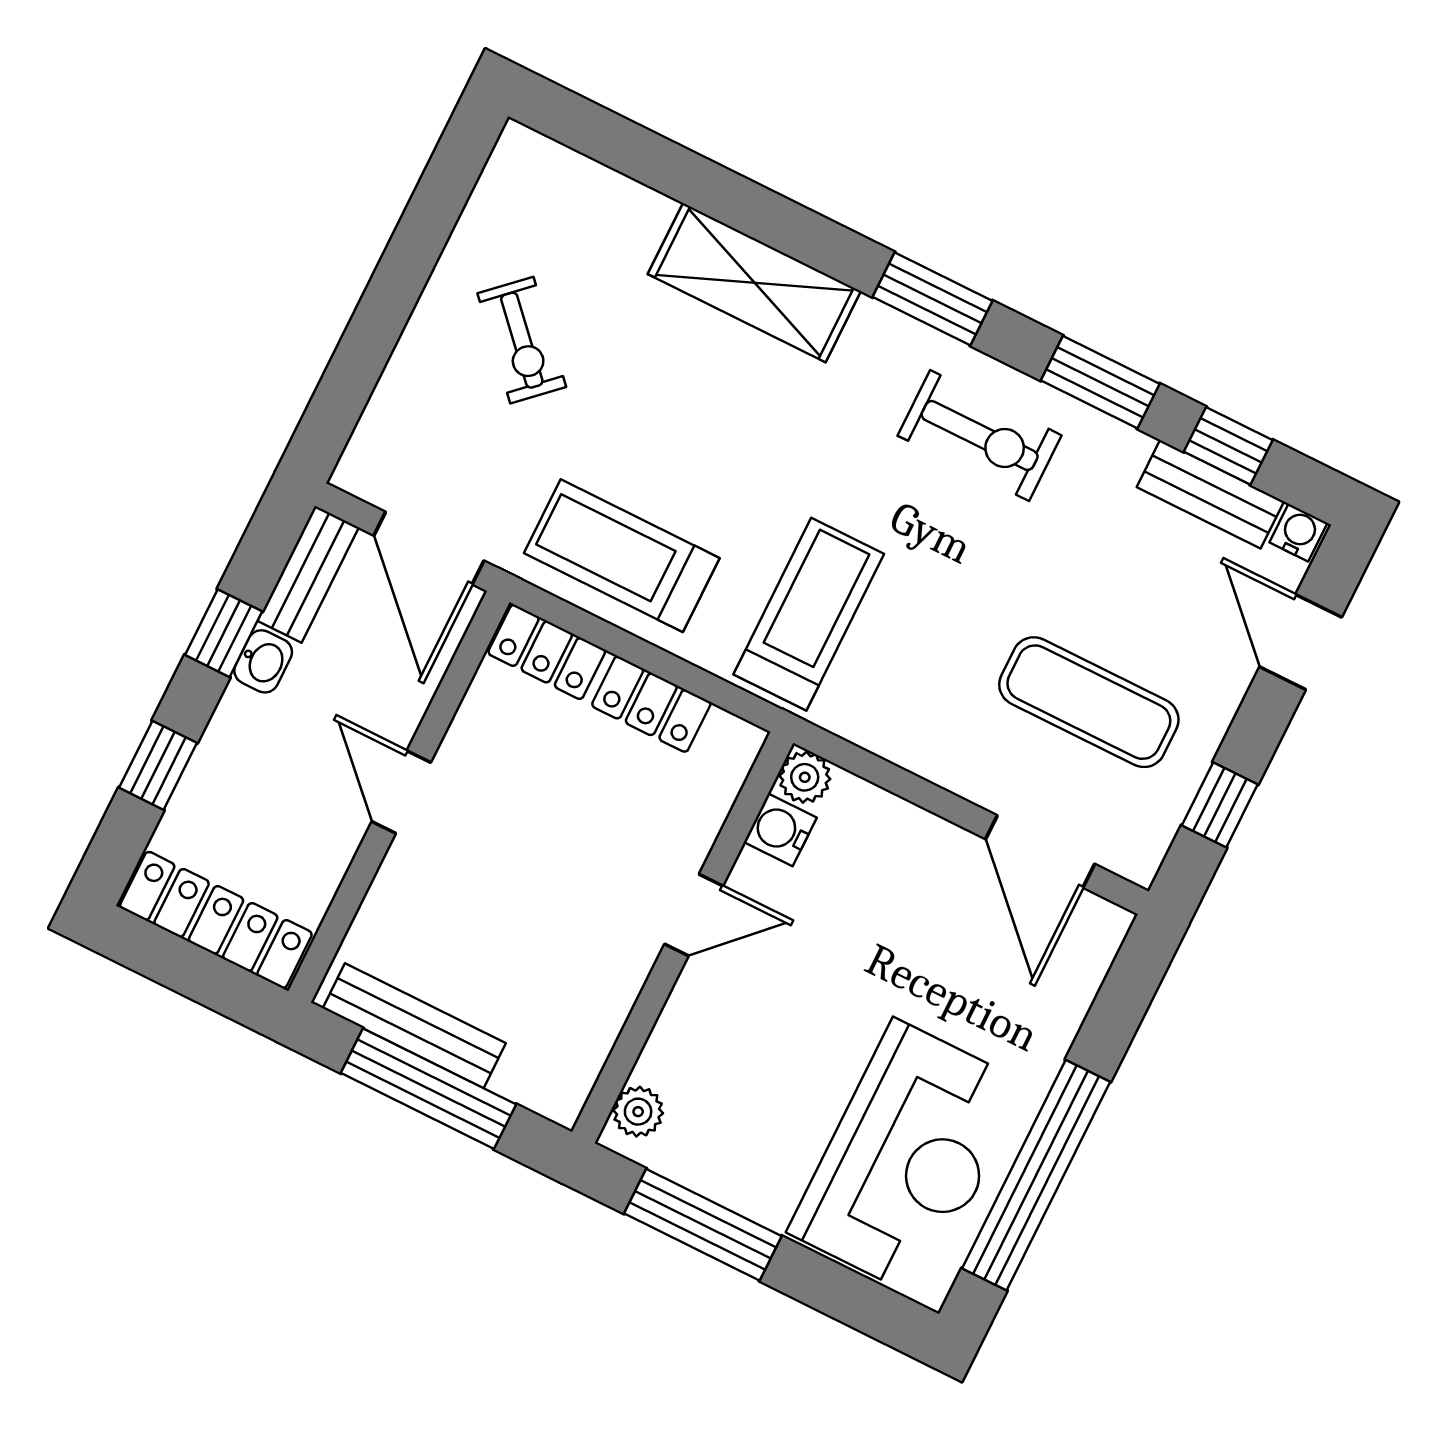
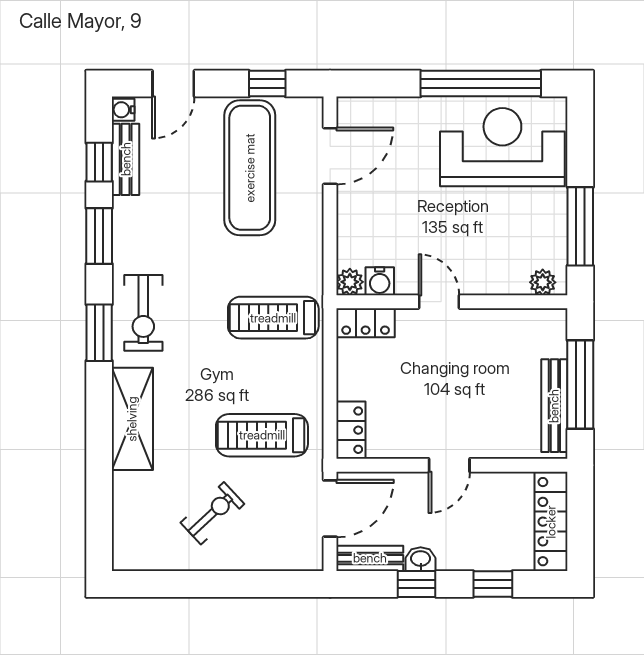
exercise bike: (980, 436) -> (143, 313), moved, turned 180
treadmill: (622, 556) -> (262, 435), moved, turned 90
exercise mat: (1089, 702) -> (250, 168), width x1.36, depth x1.45
locker: (651, 704) -> (366, 323), moved, turned 90

